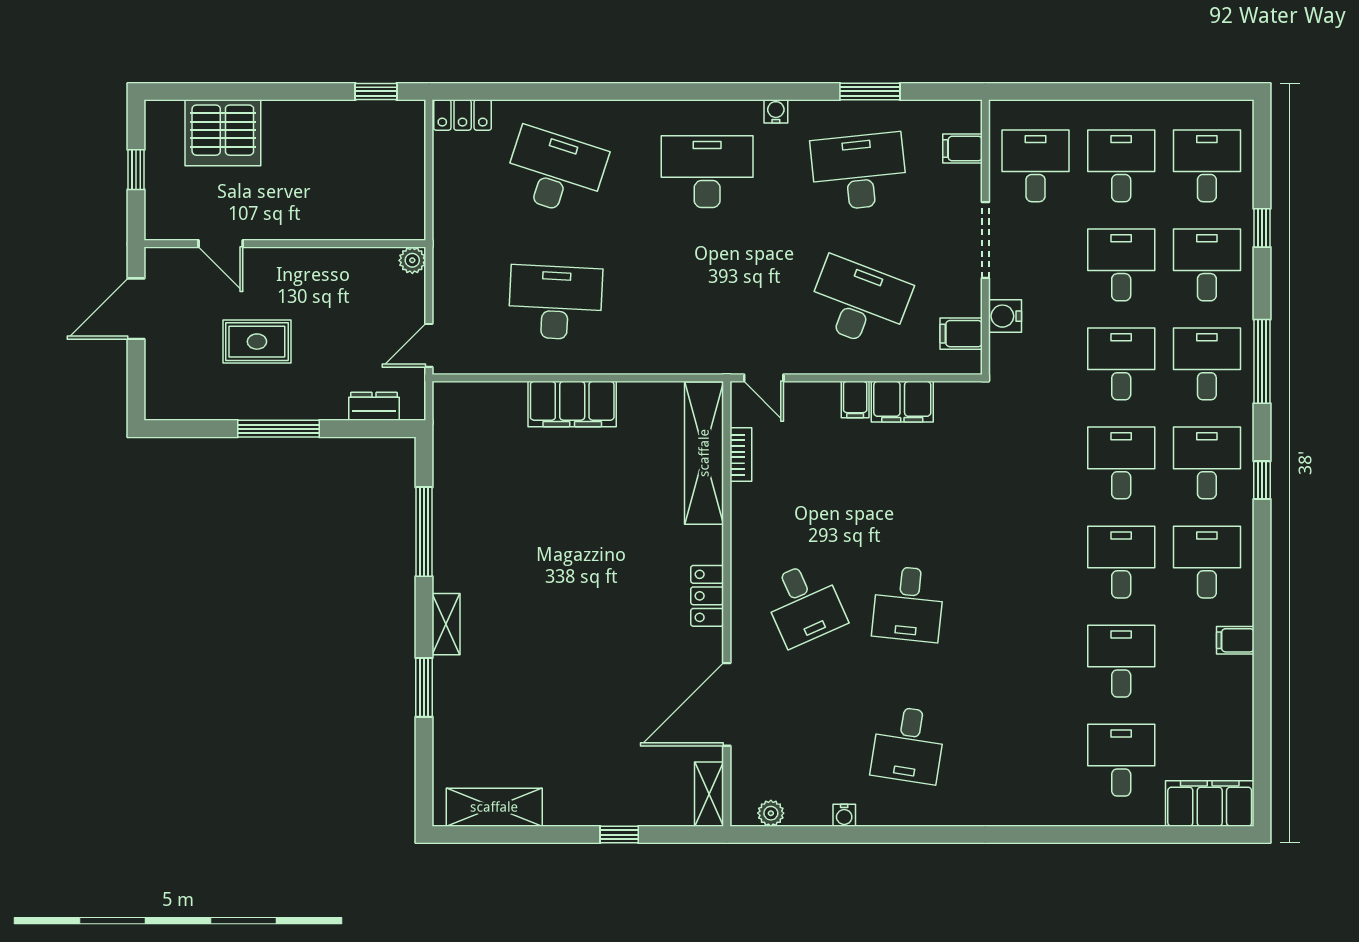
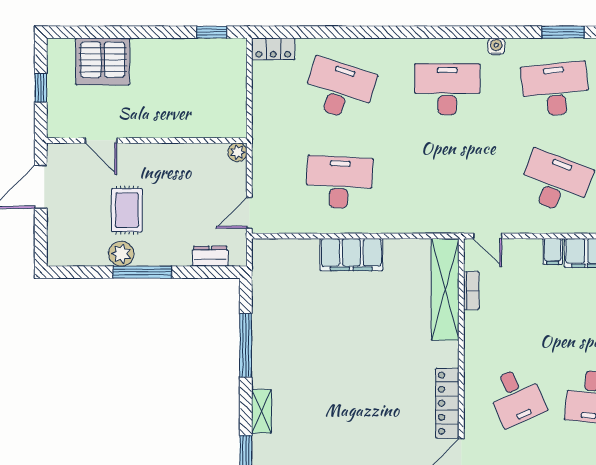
rug: (257, 342) -> (127, 210), turned 90
plant: (249, 403) -> (121, 254), added
locker: (707, 596) -> (447, 403), width x1.53

